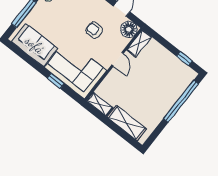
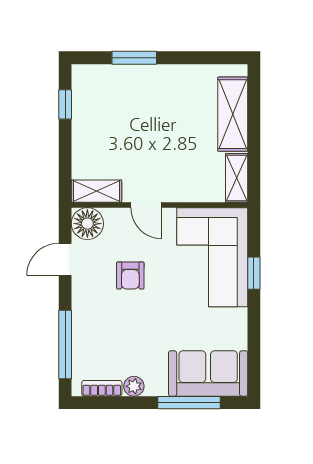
sofa: (35, 45) -> (208, 373), moved, turned 90
door: (118, 59) -> (146, 205), swing flipped
window: (181, 101) -> (134, 58), width x0.47

